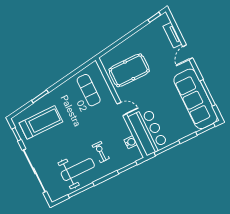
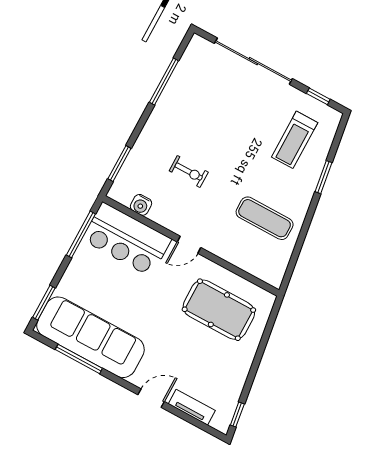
door: (188, 52) -> (151, 398), hinge flipped
pool table: (129, 70) -> (219, 310), turned 90
exercise mat: (89, 90) -> (265, 218), moved
treadmill: (41, 122) -> (295, 140), width x0.73, depth x0.73
exercise bike: (101, 152) -> (189, 172), moved
weight bench: (78, 170) -> (191, 109), removed

